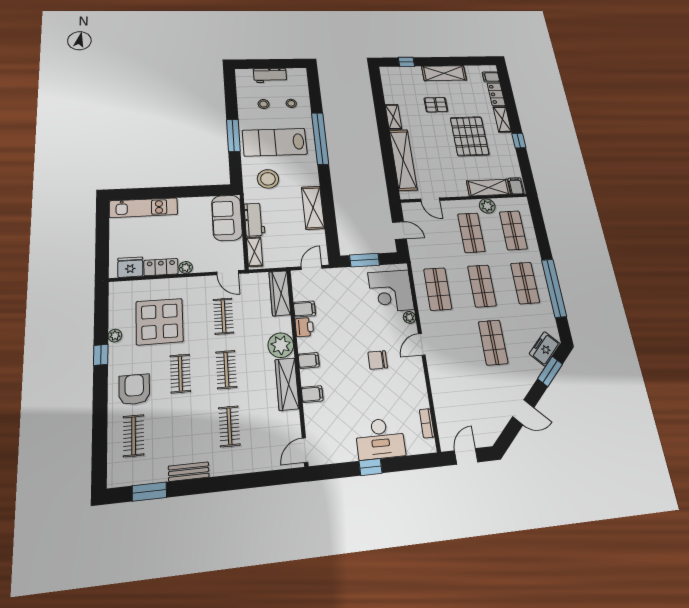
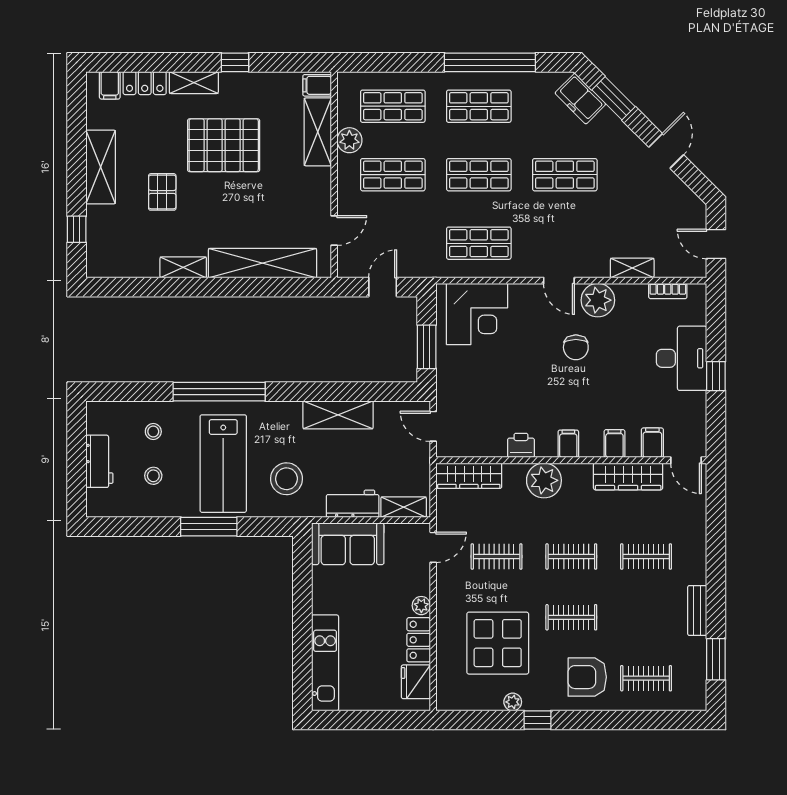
filing cabinet: (304, 309) -> (652, 443), moved
plant: (409, 317) -> (598, 300), moved, width x1.87, depth x1.87
wardrobe: (287, 384) -> (628, 476), moved
shelving: (439, 395) -> (632, 268), added

